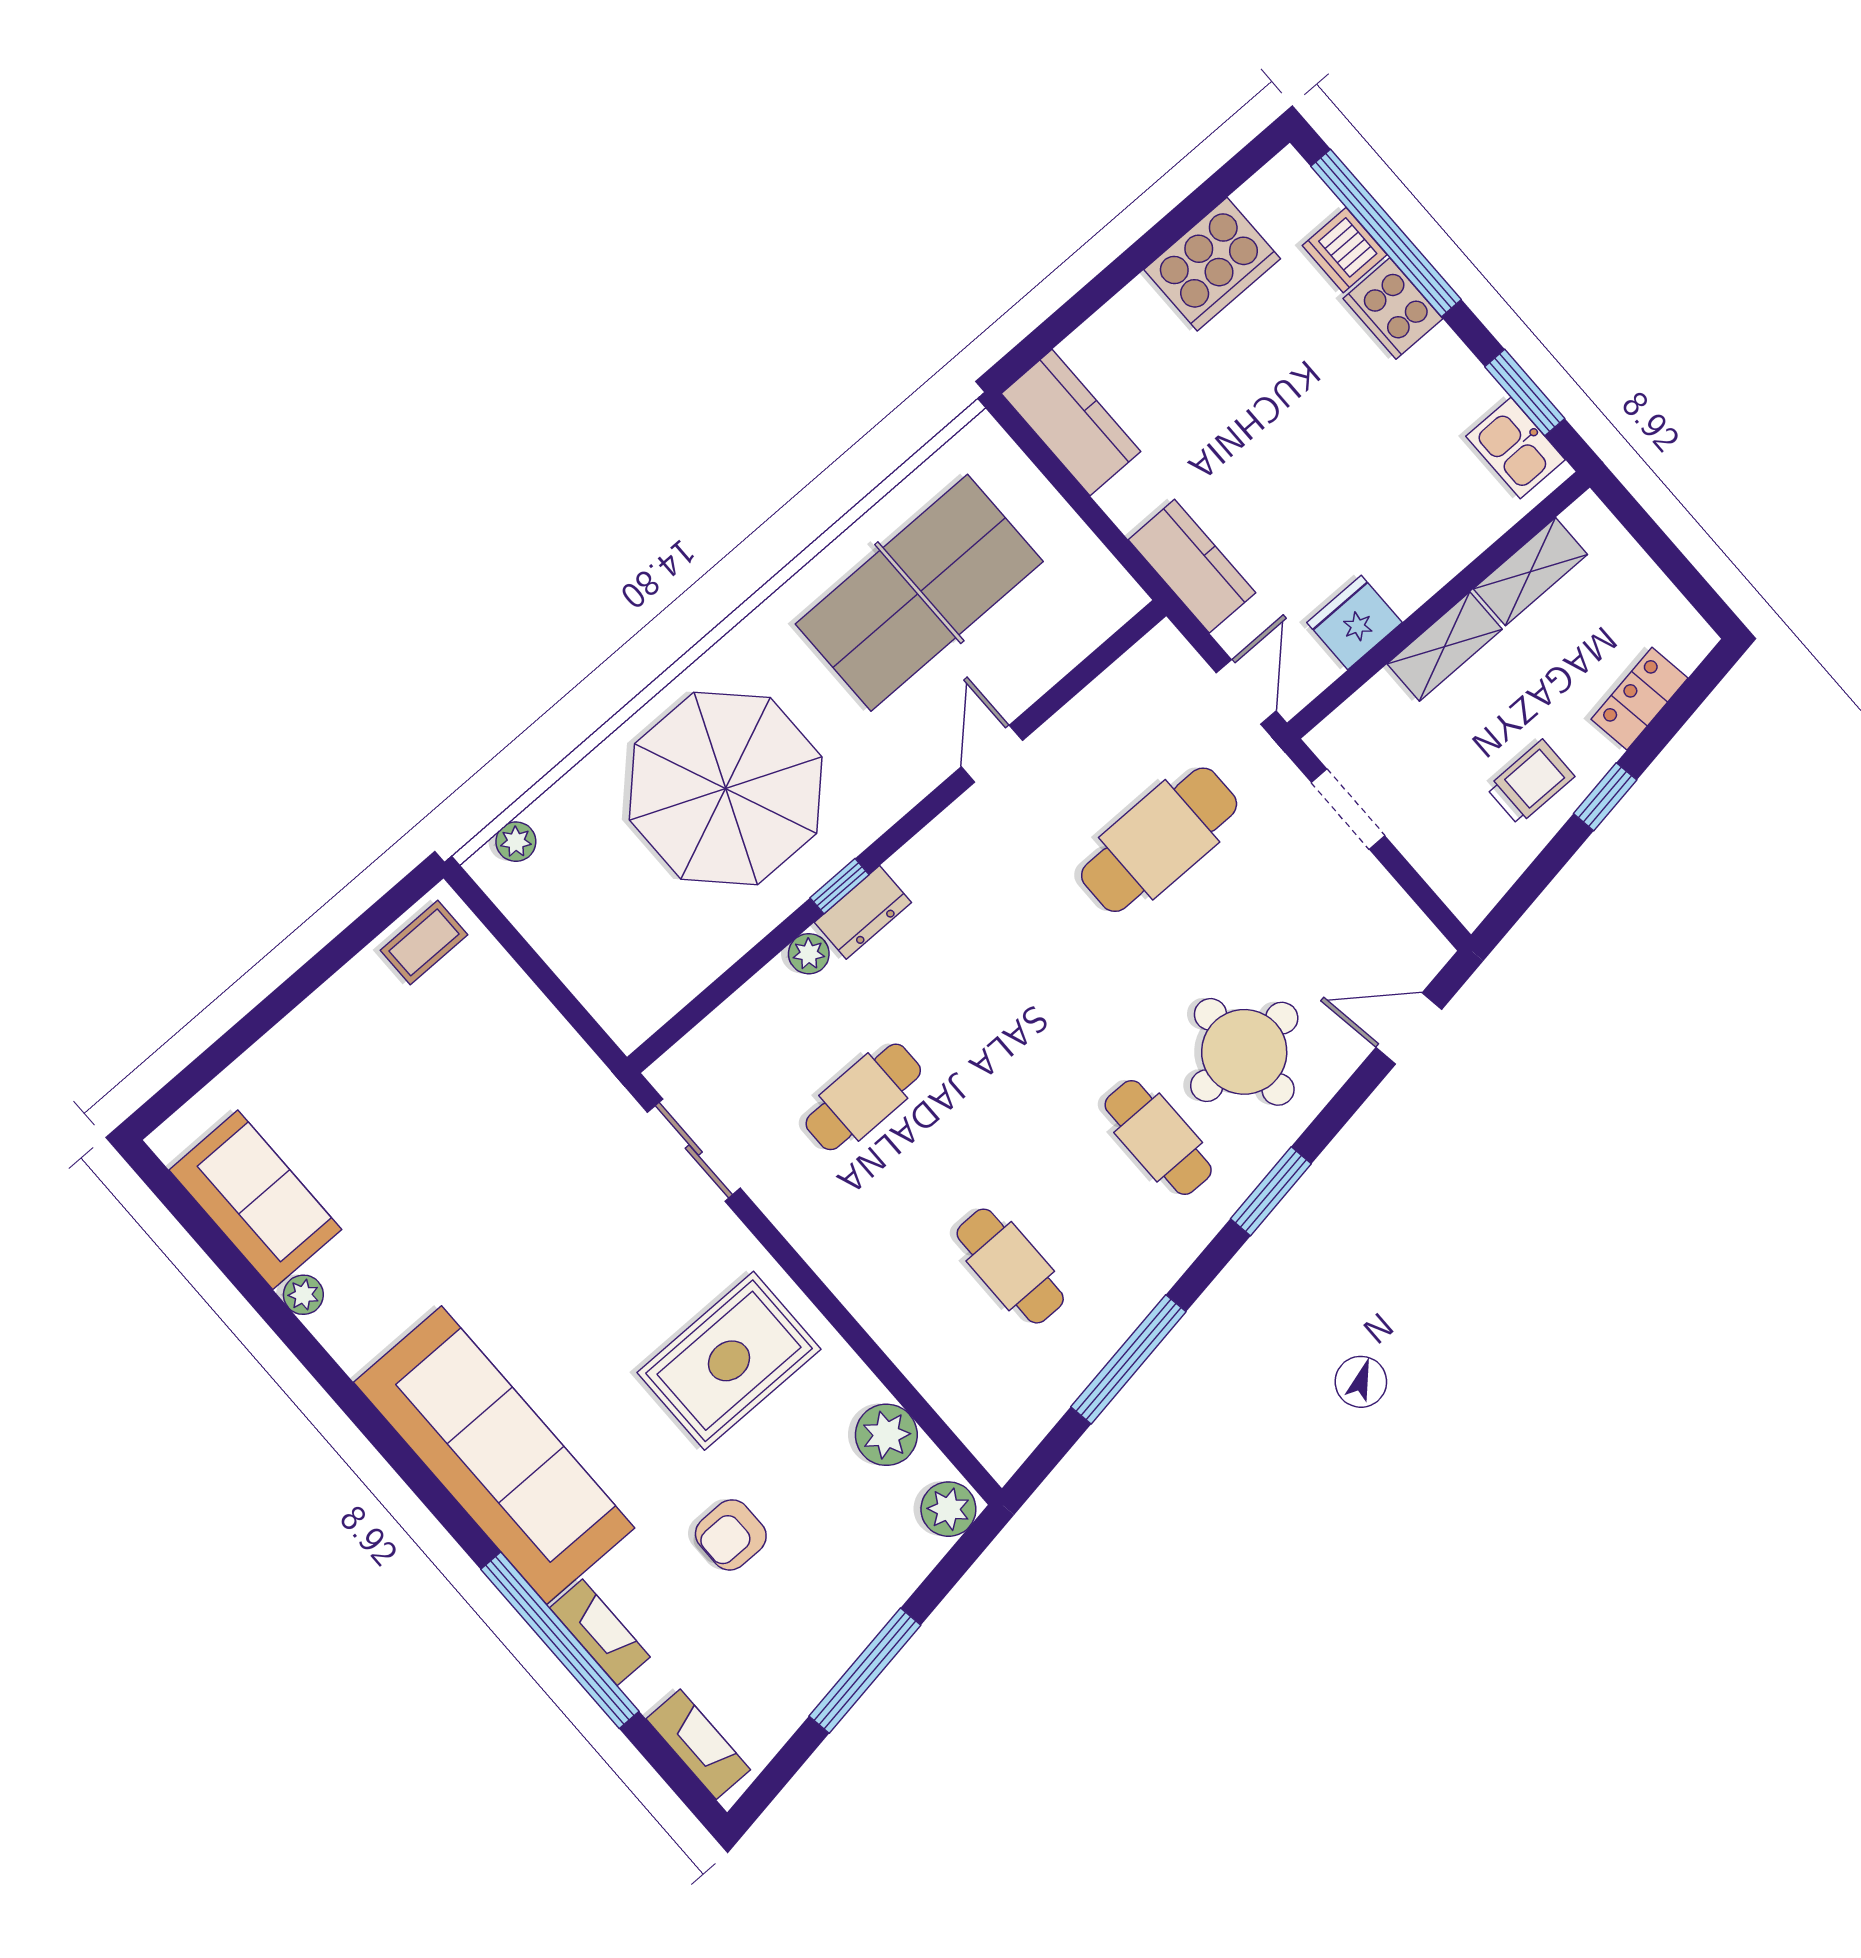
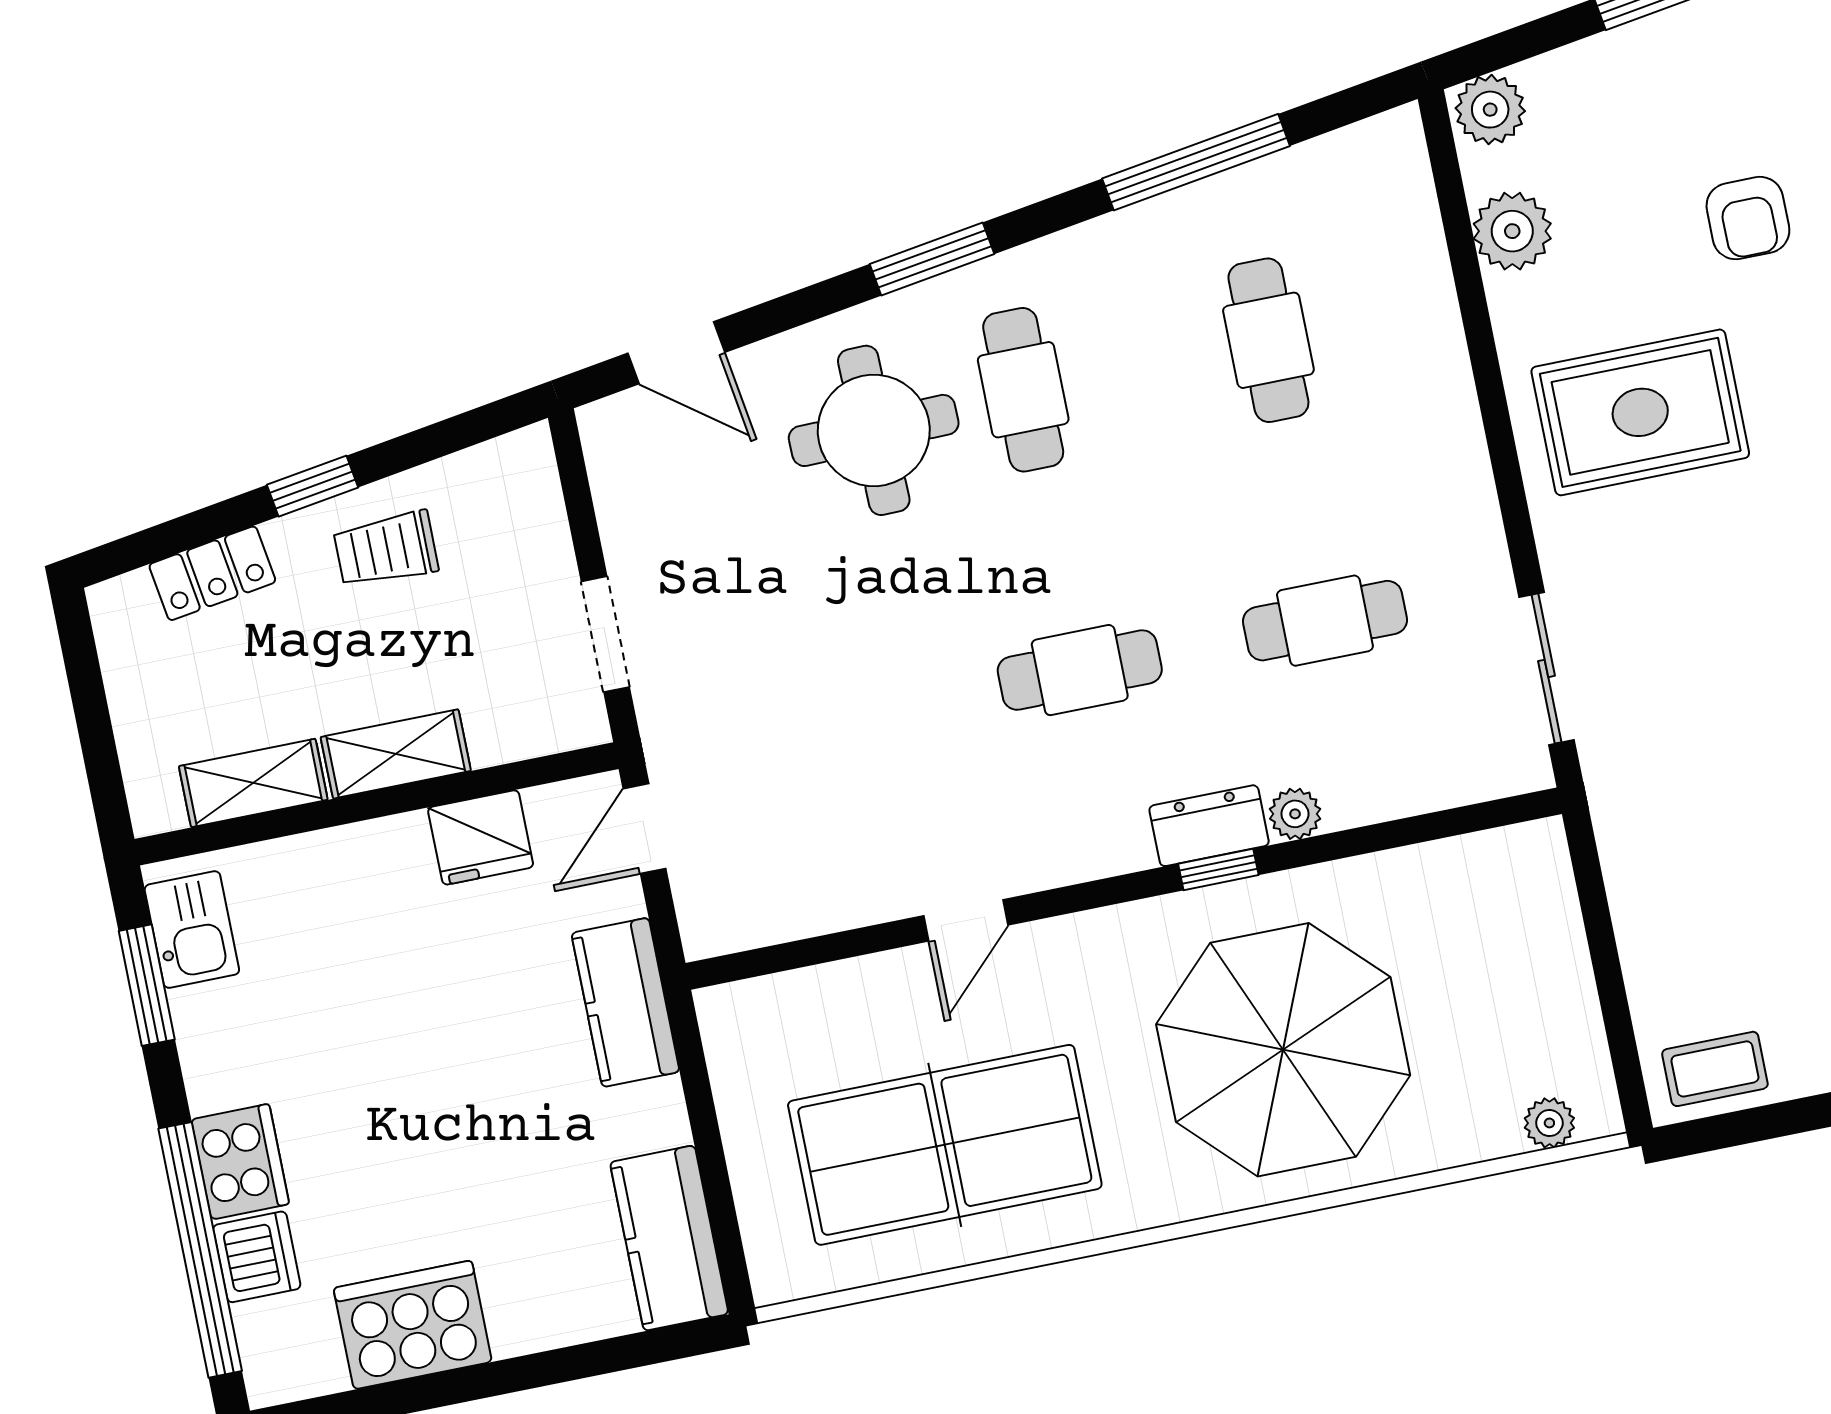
cafe table: (1159, 840) -> (1080, 670), moved, width x0.73, depth x0.74
armchair: (731, 1535) -> (1748, 218), turned 90

